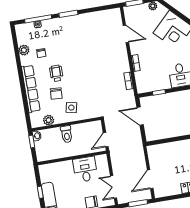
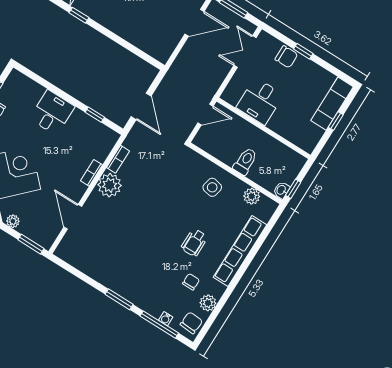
plant: (122, 65) -> (110, 185), added
chair: (56, 94) -> (191, 323), moved
double door: (114, 187) -> (245, 52), swing flipped

